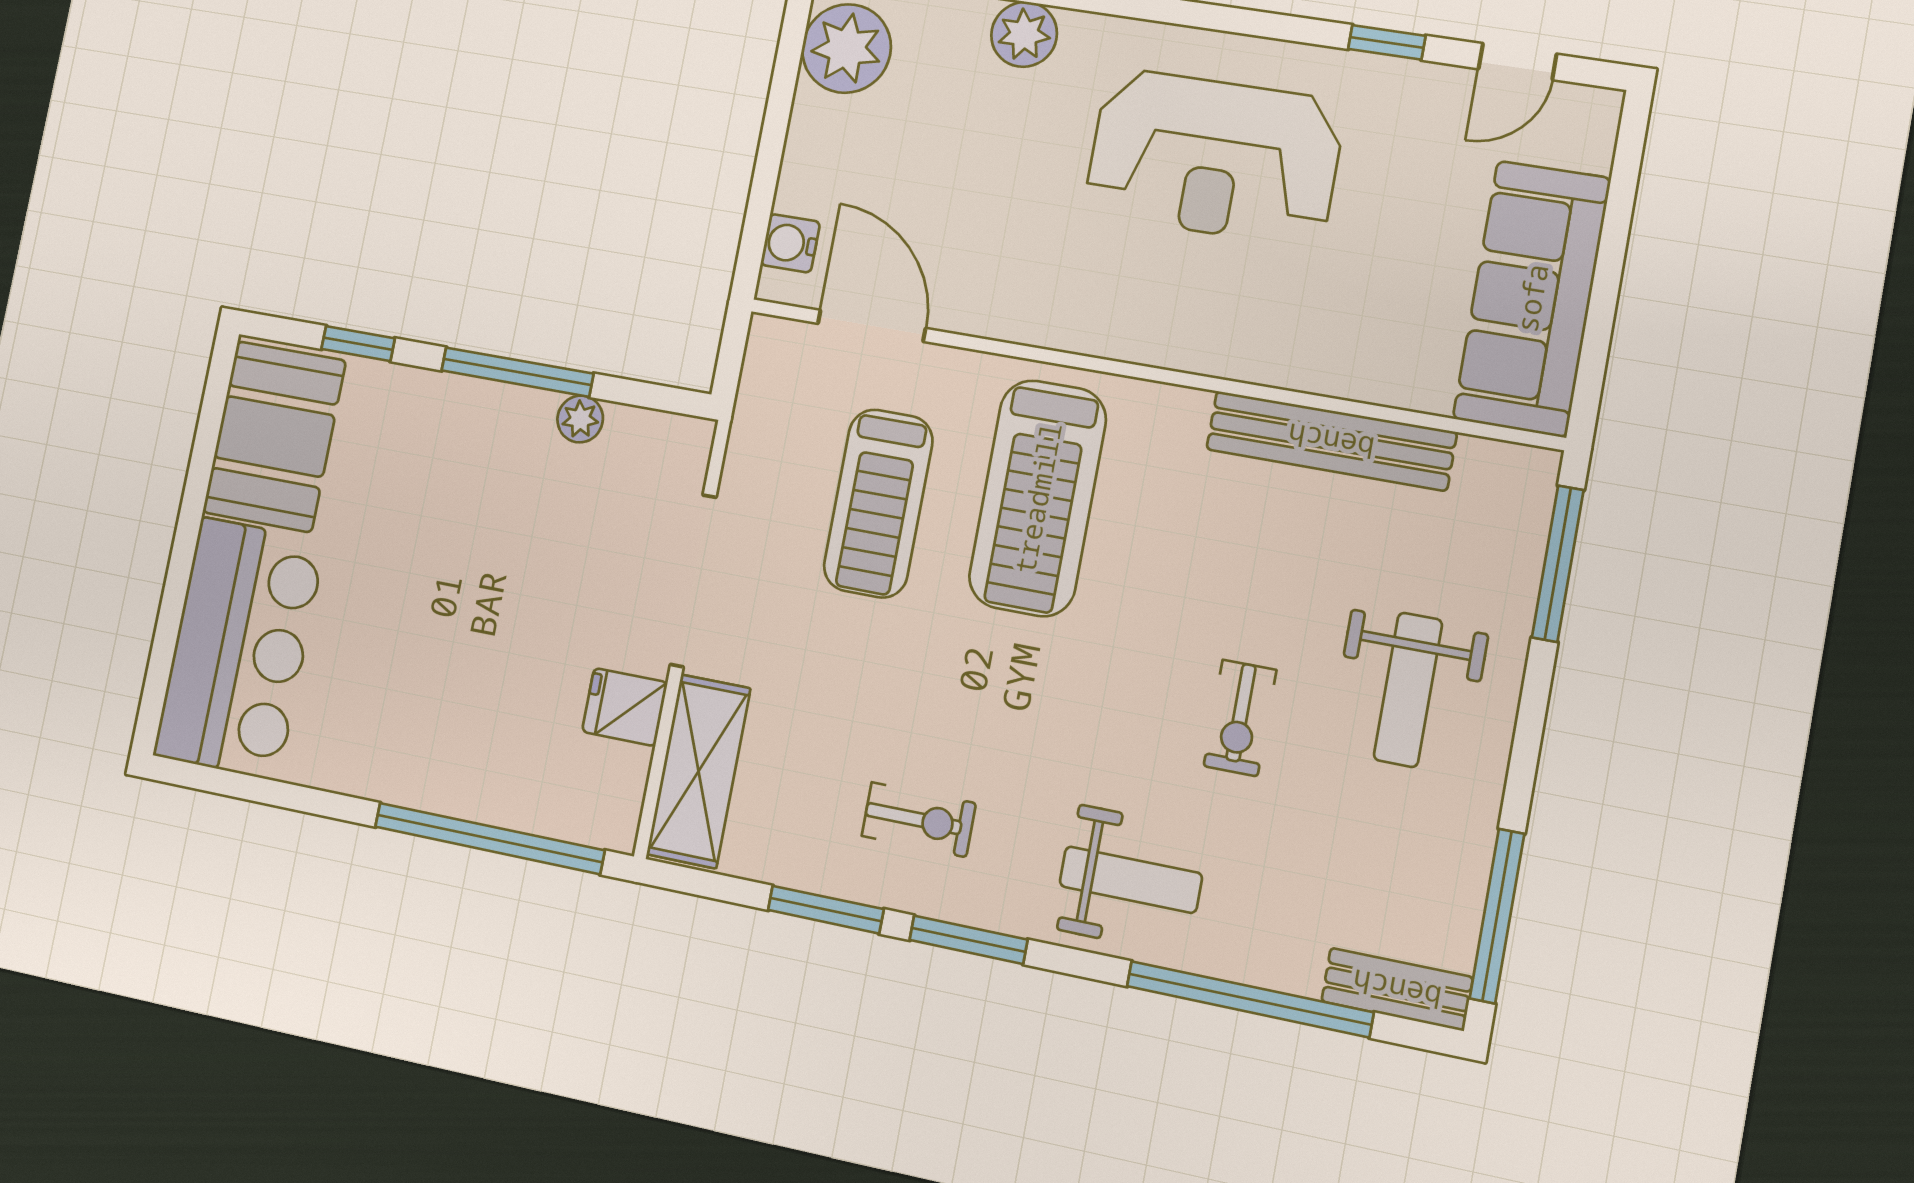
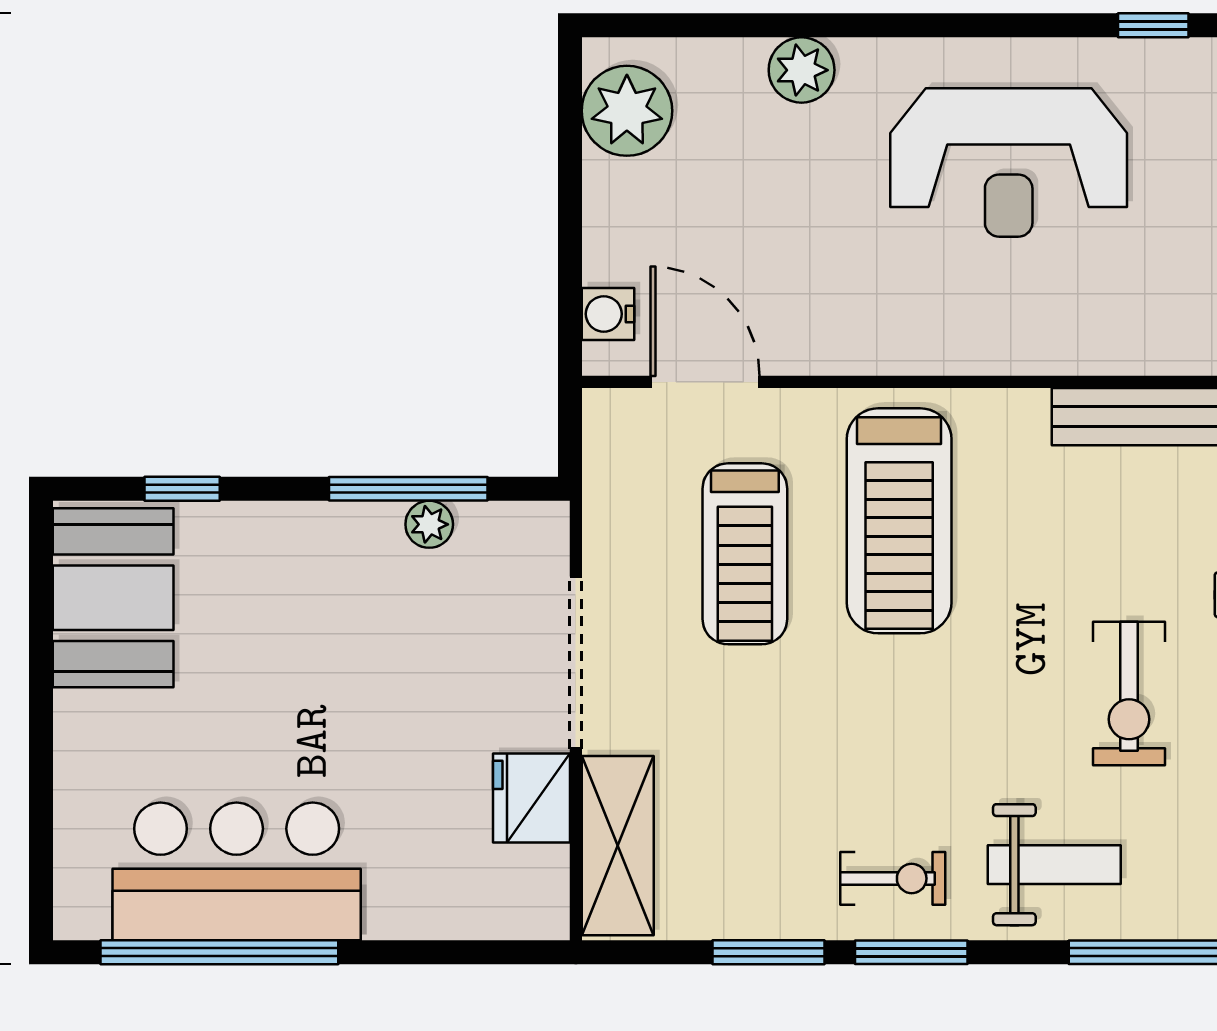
window: (517, 372) -> (408, 489), moved
bar counter: (239, 648) -> (237, 871), moved, turned -90
fridge: (625, 707) -> (531, 798), width x1.38
exercise bike: (1240, 718) -> (1129, 693), width x1.38, depth x1.39
exercise bike: (919, 820) -> (893, 878), moved
window: (489, 838) -> (219, 952), moved

